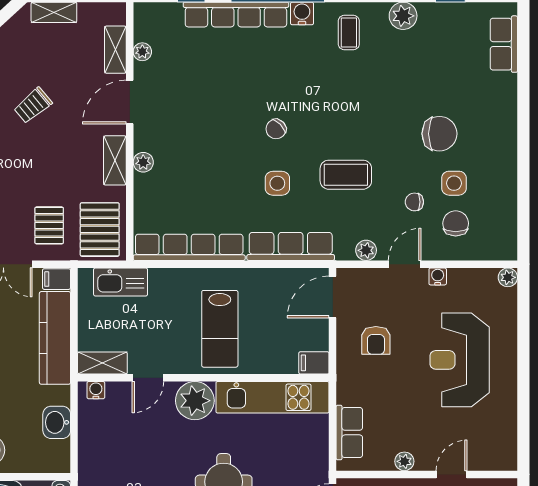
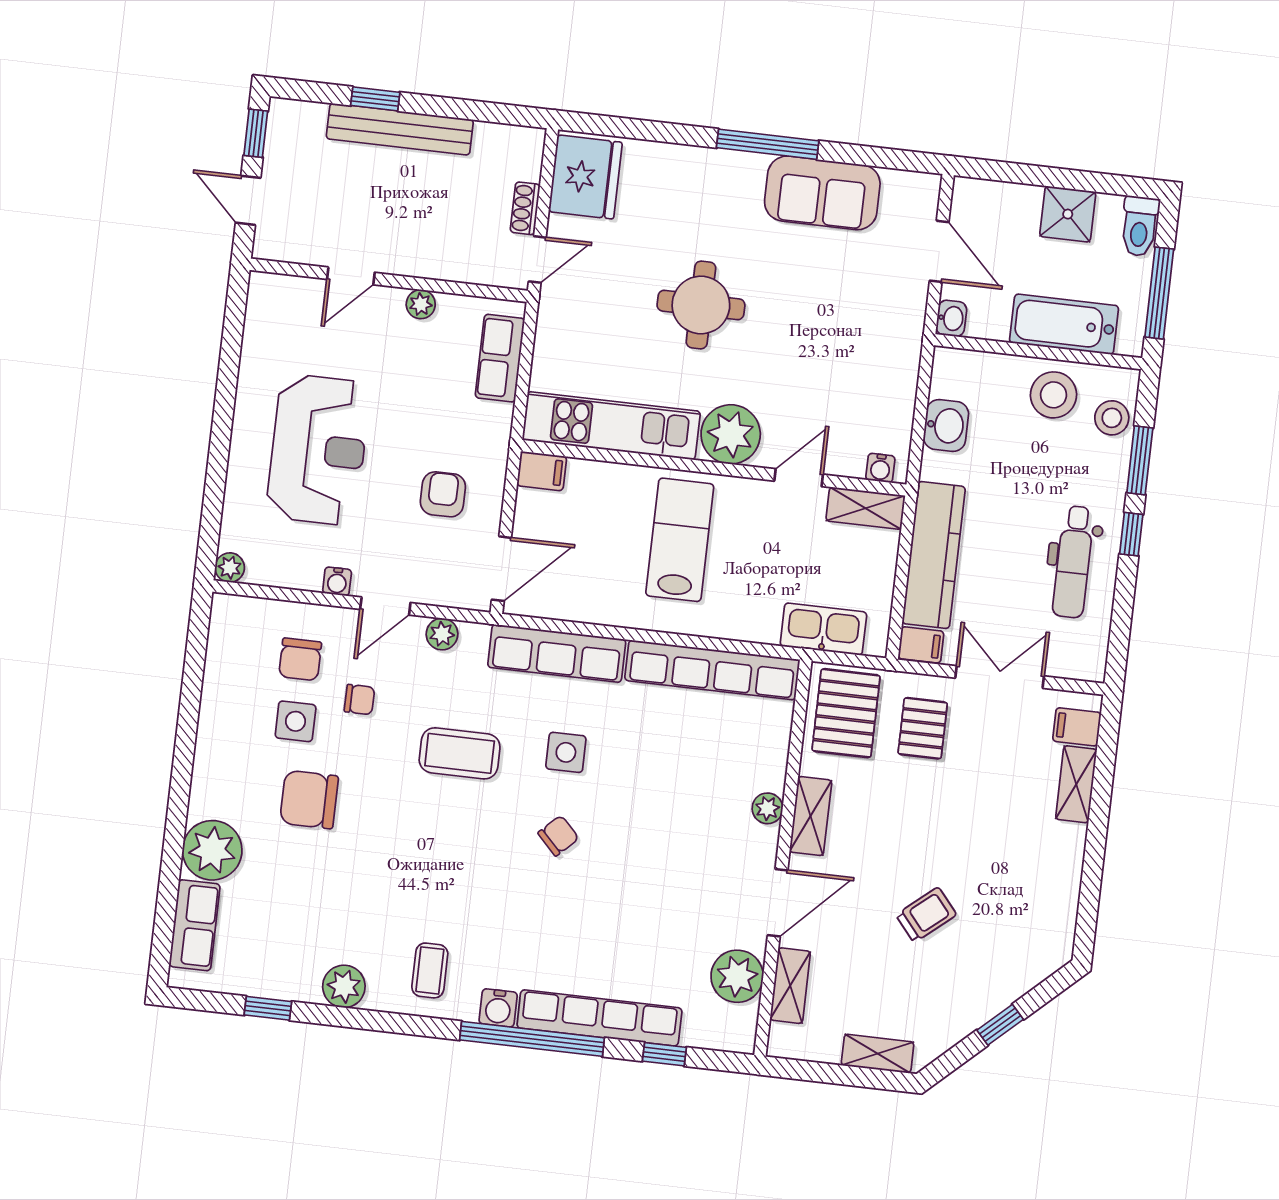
plant: (142, 52) -> (737, 976), width x1.88, depth x1.88
plant: (498, 94) -> (212, 850), added

